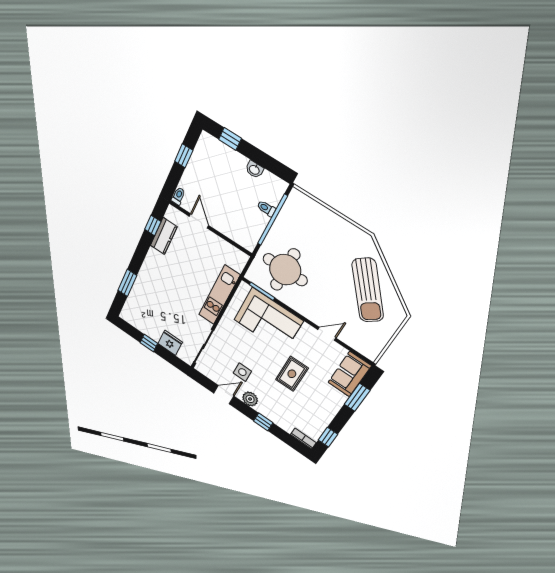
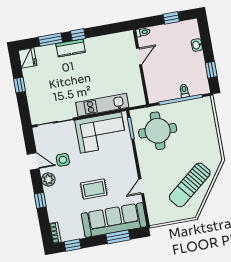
window: (230, 139) -> (211, 70), moved
washbasin: (254, 170) -> (197, 45), moved
window: (153, 225) -> (78, 35), moved
kitchen counter: (164, 236) -> (71, 48), moved
corner sofa: (268, 320) -> (101, 133), moved, turned -90
door: (327, 334) -> (141, 186), swing flipped
fridge: (170, 343) -> (28, 58), moved
sofa: (350, 374) -> (114, 220), width x1.85, depth x1.27

